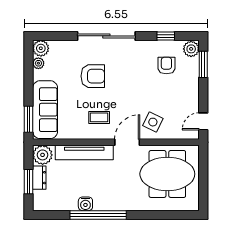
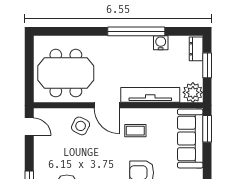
door: (203, 121) -> (29, 127), hinge flipped
door: (127, 142) -> (107, 105), hinge flipped
dresser: (39, 178) -> (196, 49), moved
water cooler: (85, 204) -> (161, 43), moved

